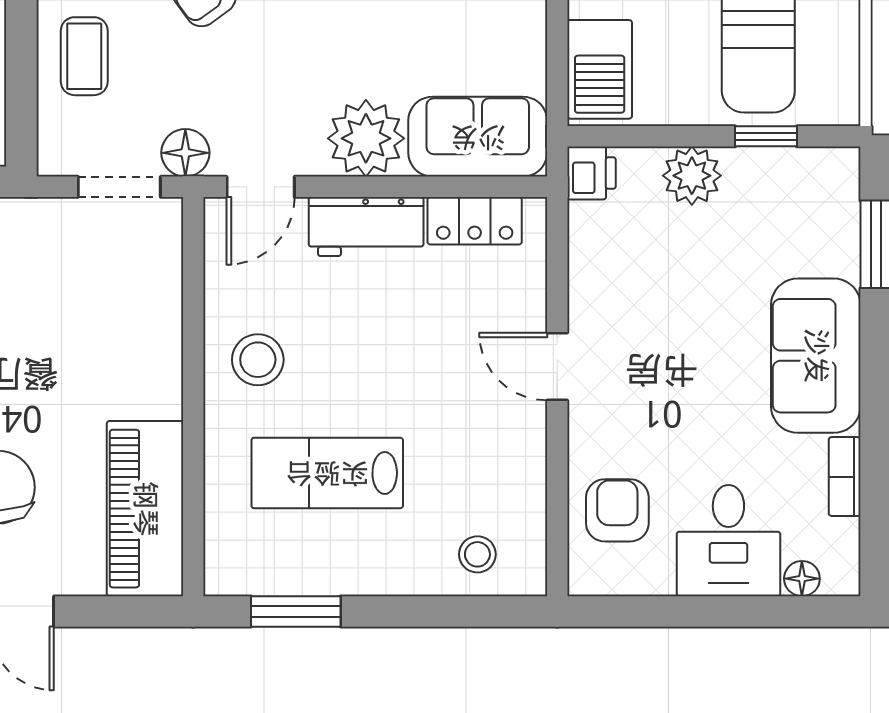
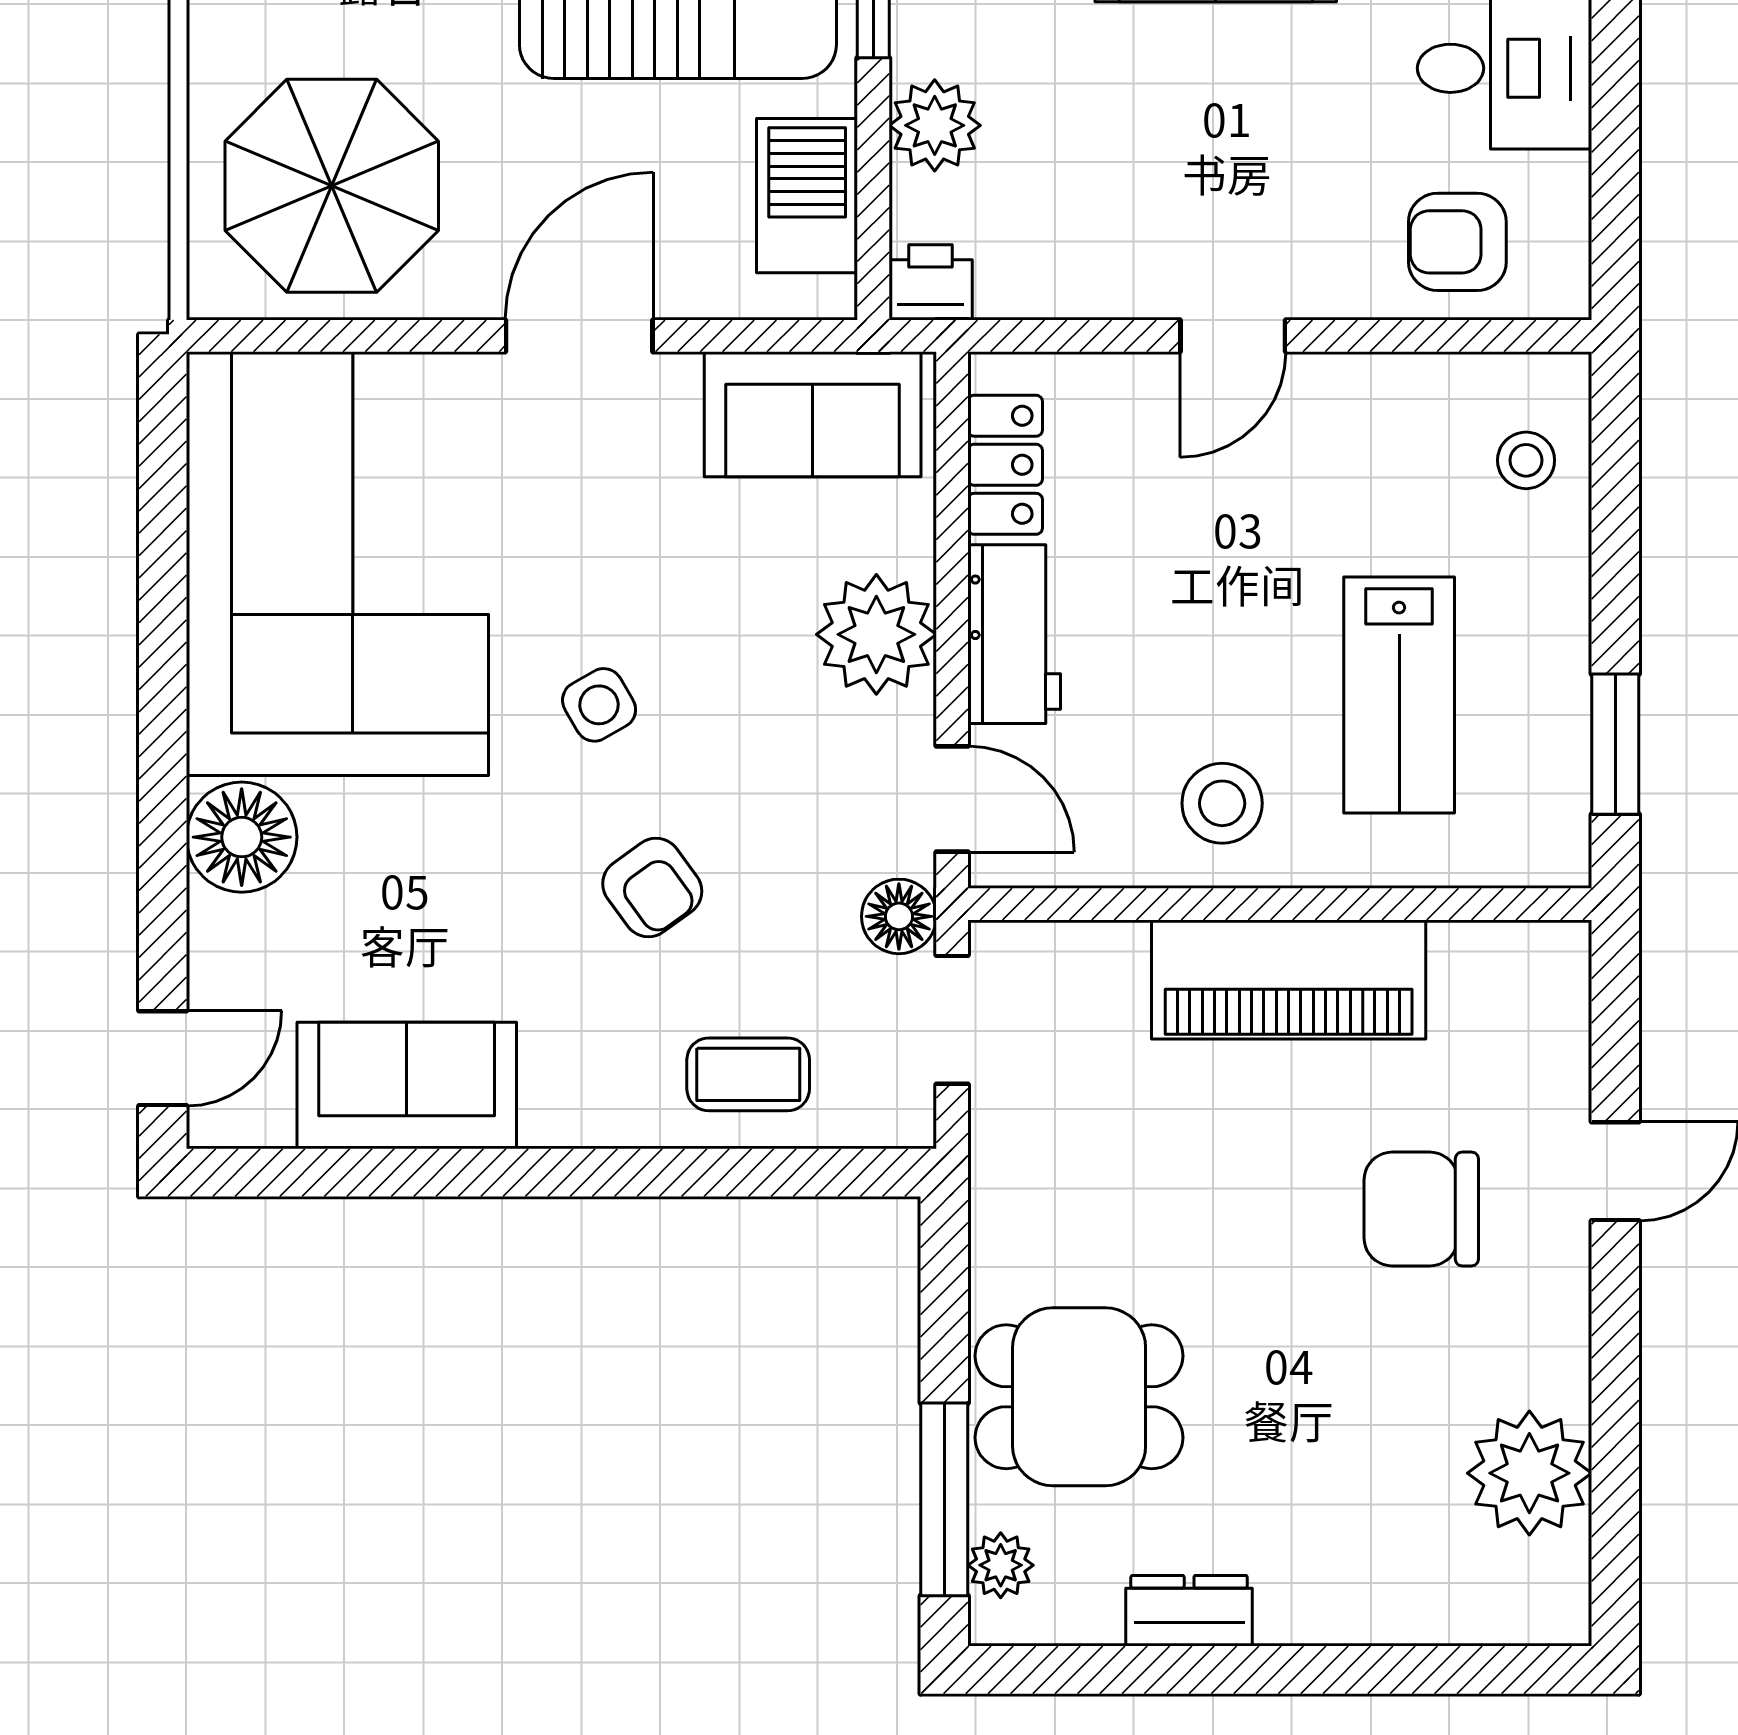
barbecue: (600, 69) -> (807, 196), moved, turned -90
sofa: (478, 137) -> (813, 414), moved, turned -90
piano: (145, 509) -> (1289, 980), moved

